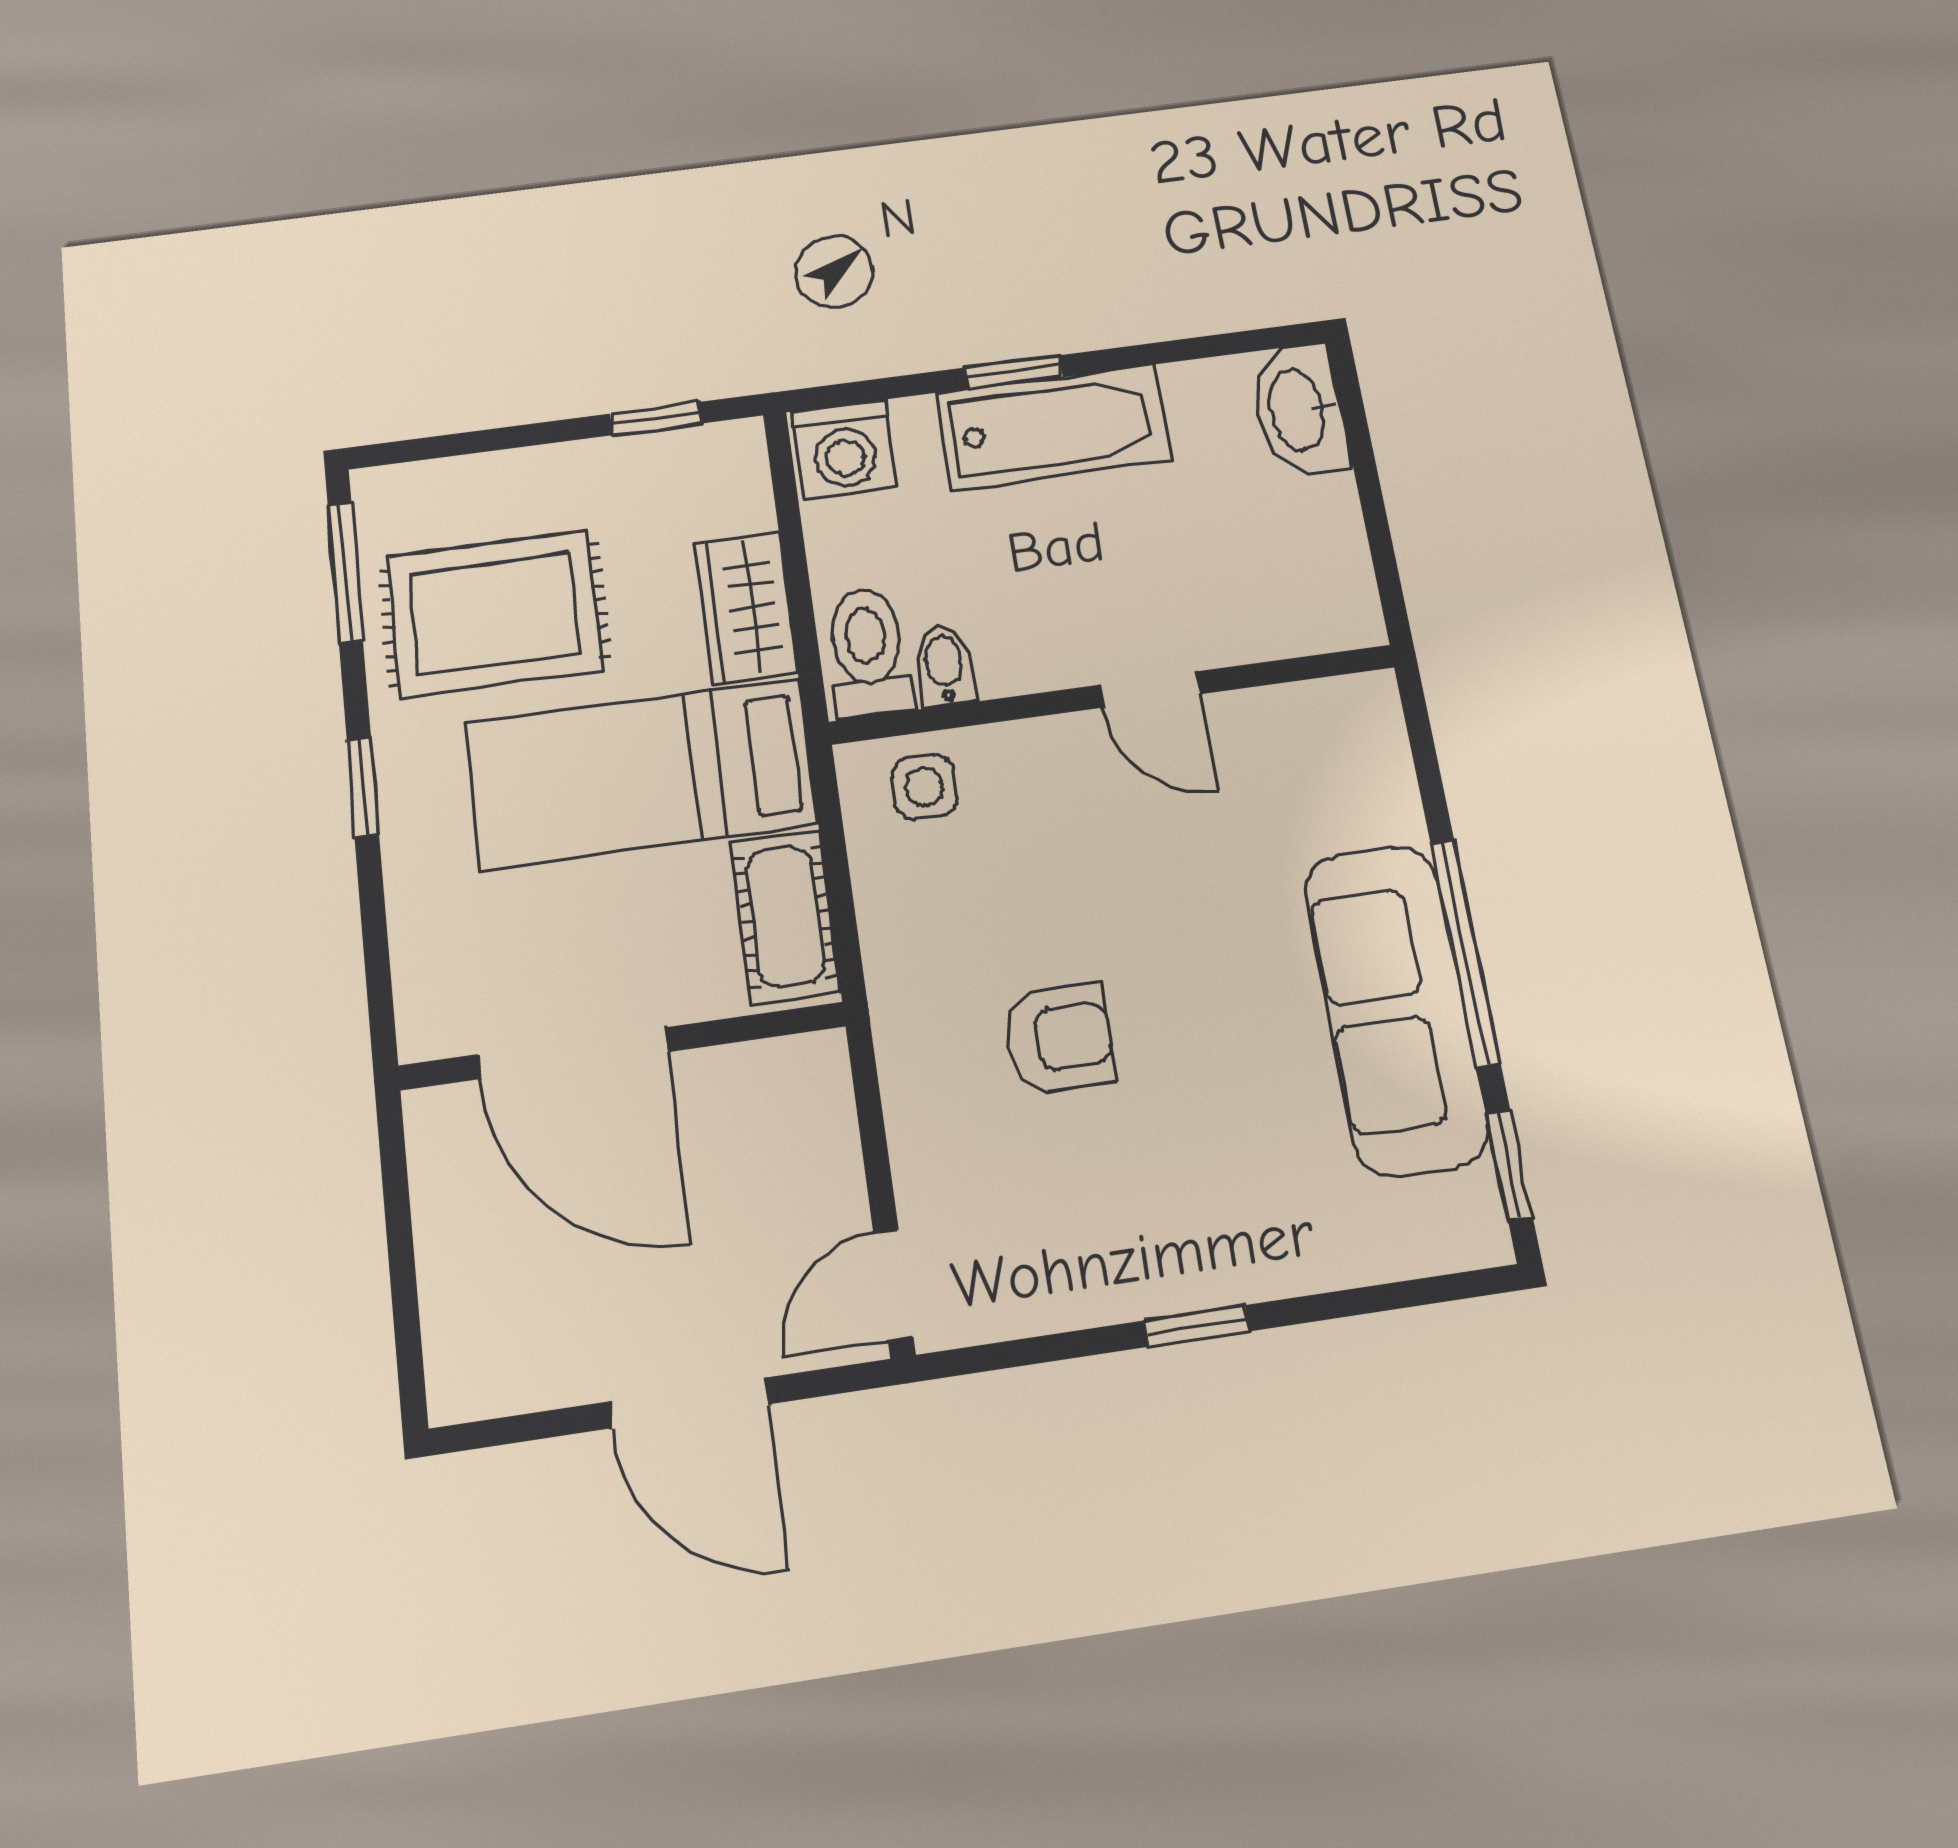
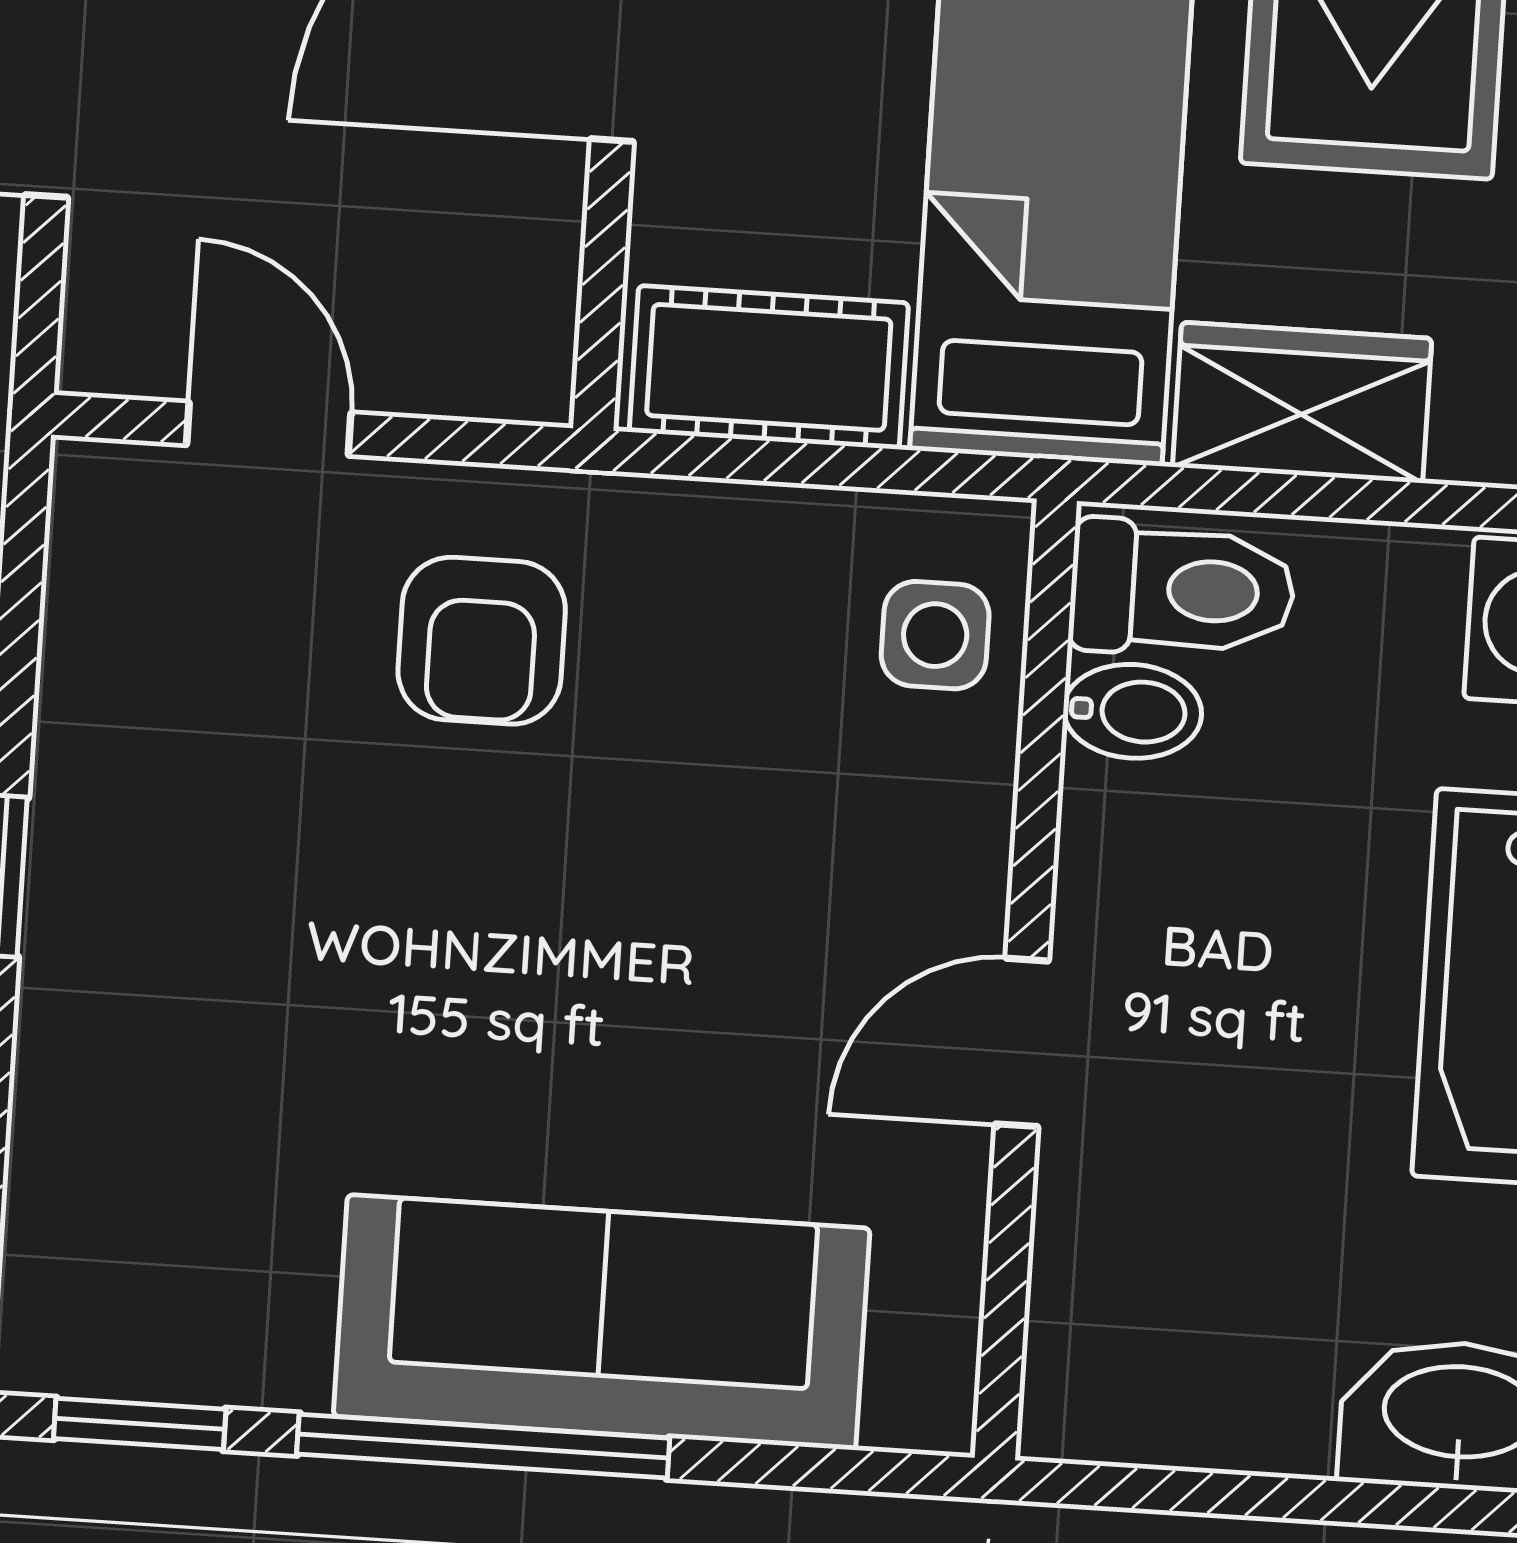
sofa: (1396, 1009) -> (602, 1322), moved
armchair: (1059, 1038) -> (482, 641), moved
door: (893, 1285) -> (269, 429), moved

